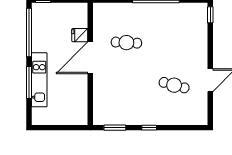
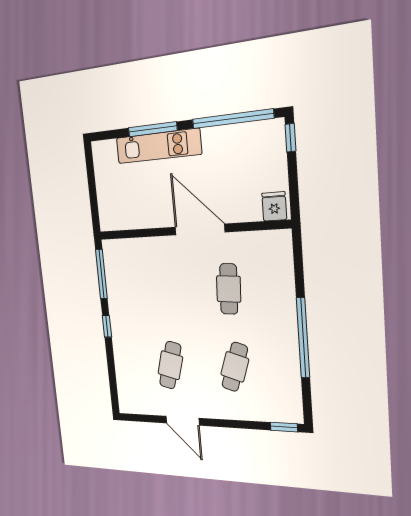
fridge: (80, 35) -> (274, 206), moved
cafe table: (174, 43) -> (235, 367), added
window: (115, 128) -> (101, 274), width x1.44

